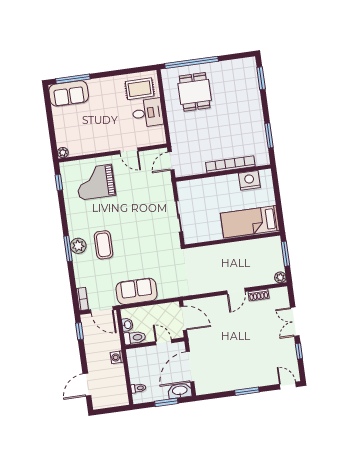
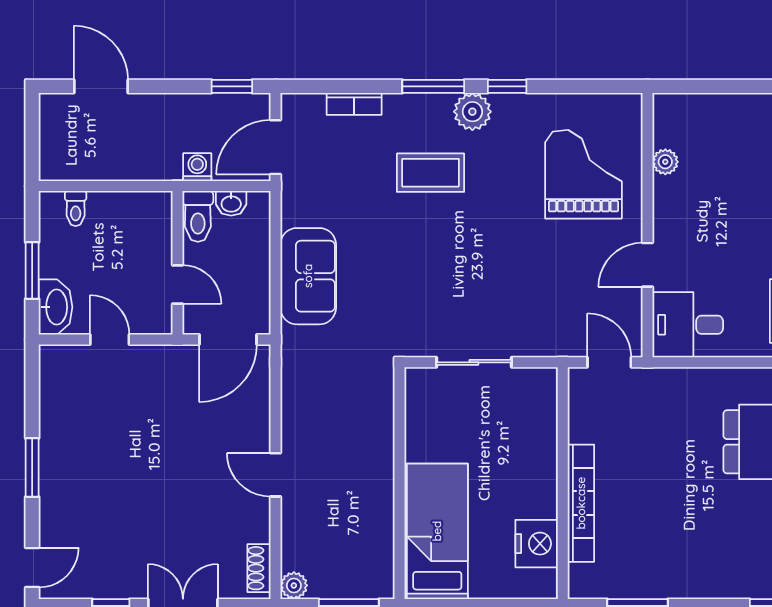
desk: (148, 113) -> (688, 325), moved, turned 90
plant: (63, 153) -> (665, 162), moved
window: (59, 182) -> (507, 86), moved
plant: (78, 246) -> (472, 112), moved
sofa: (137, 291) -> (308, 276), moved
shoe rack: (259, 295) -> (259, 568), moved
bookcase: (82, 299) -> (354, 104), moved
door: (164, 342) -> (177, 285), hinge flipped
washing machine: (117, 357) -> (197, 167), moved
door: (190, 367) -> (110, 339), width x0.53

